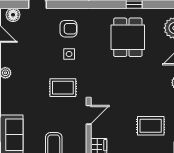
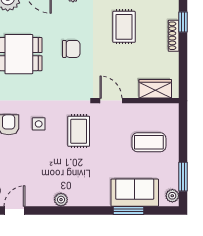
chair: (132, 81) -> (71, 49), added

